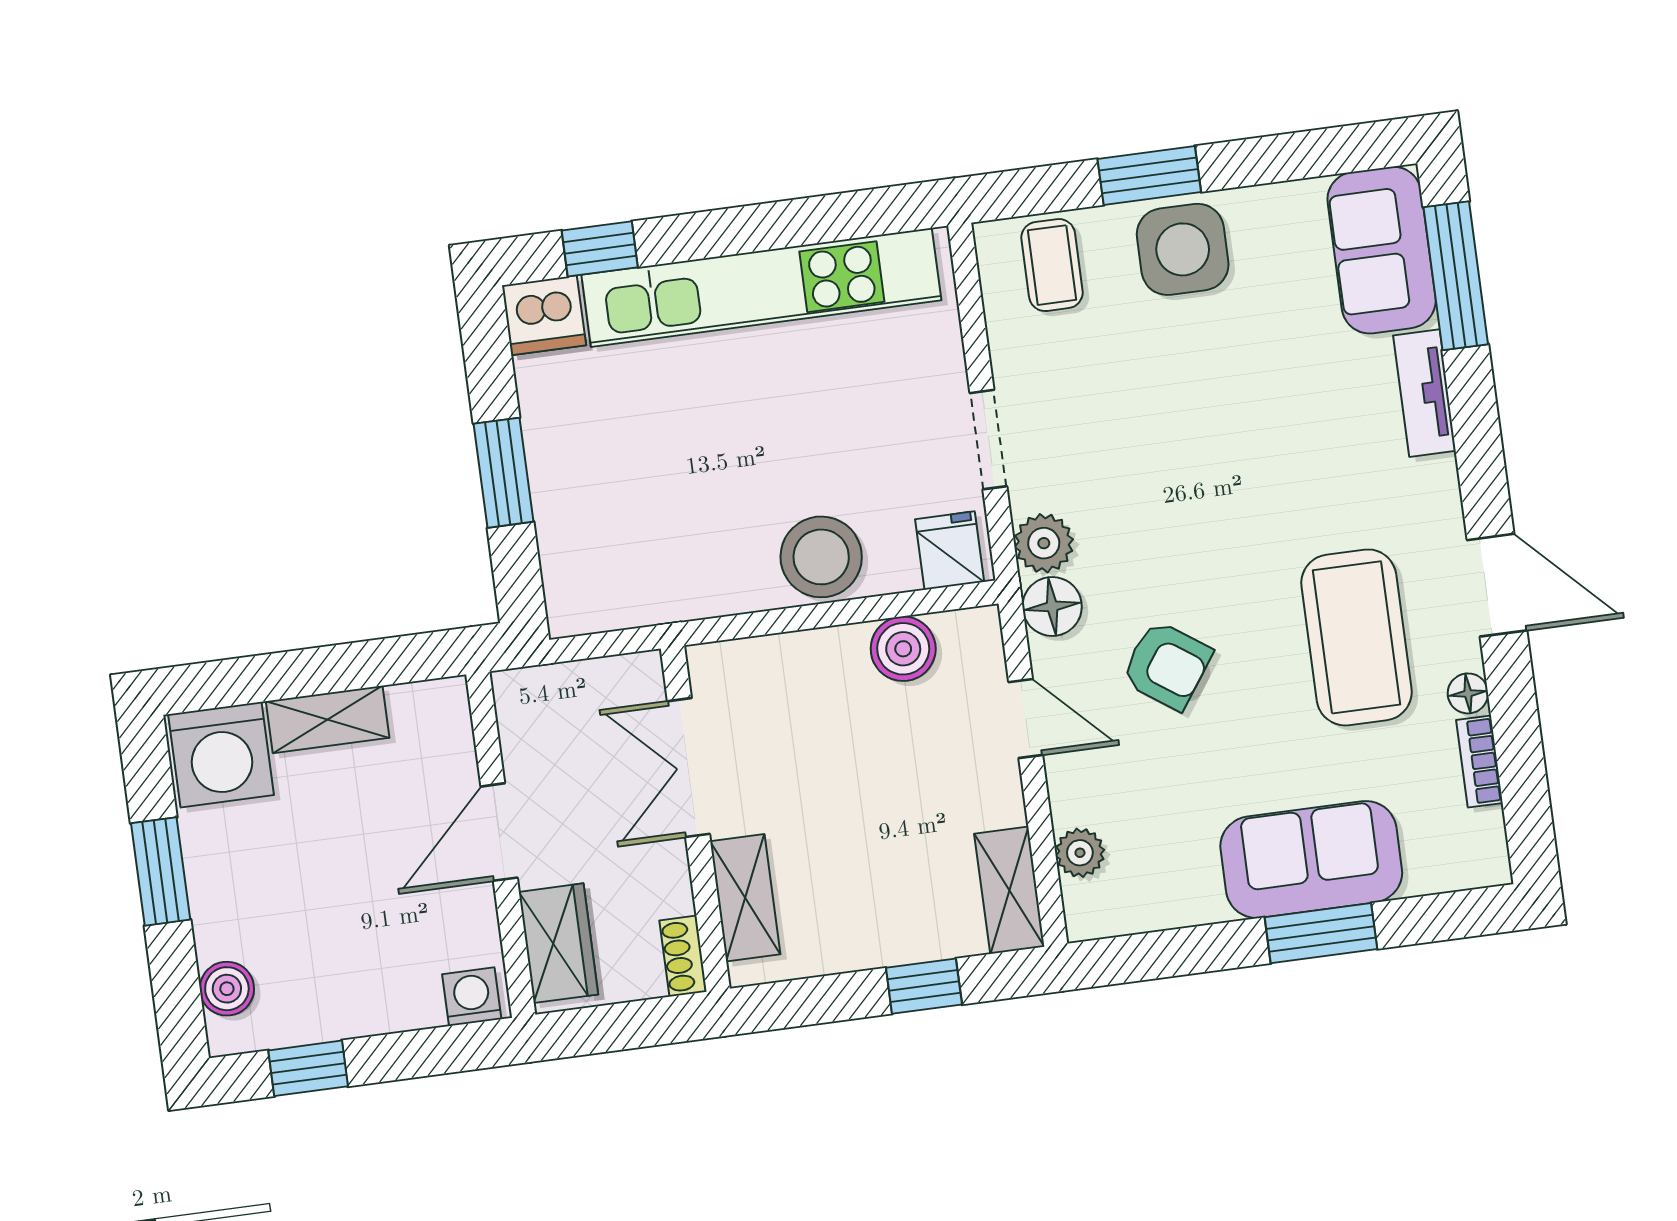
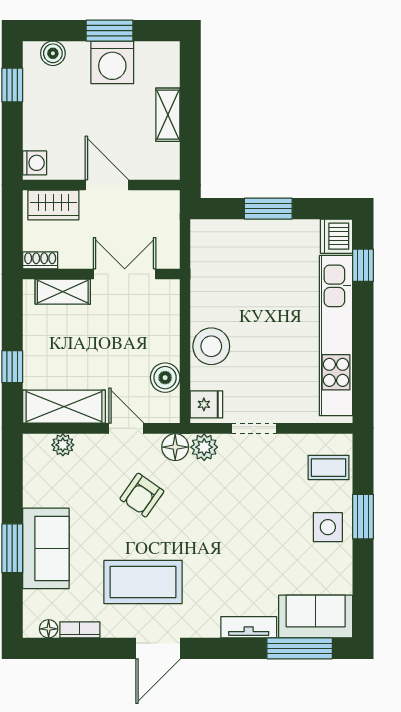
side table: (1183, 249) -> (328, 527), width x0.73, depth x0.73
floor lamp: (1468, 693) -> (49, 629), moved
door: (1026, 718) -> (126, 428), swing flipped
washing machine: (221, 755) -> (112, 62), moved, turned -90
shelving: (1009, 890) -> (64, 407), width x1.50, depth x1.33

